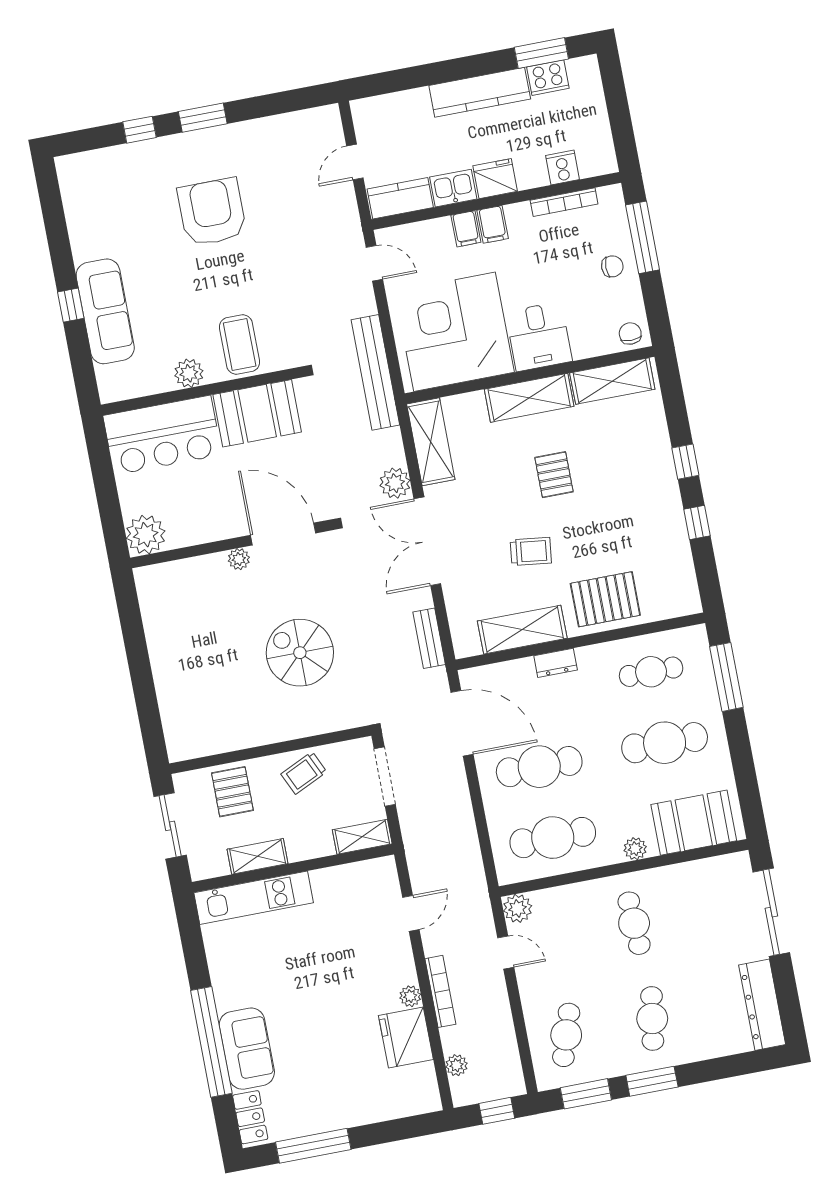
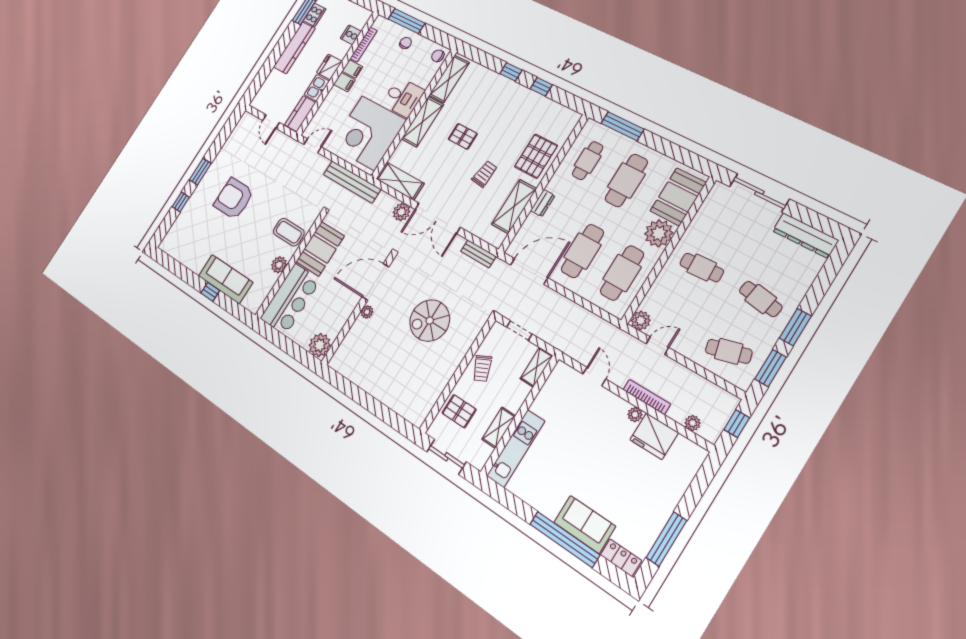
filing cabinet: (466, 229) -> (352, 69), moved
doorway: (385, 777) -> (519, 331), width x0.73
plant: (635, 849) -> (659, 233), width x1.87, depth x1.87
cafe table: (566, 1035) -> (729, 351), turned -33

